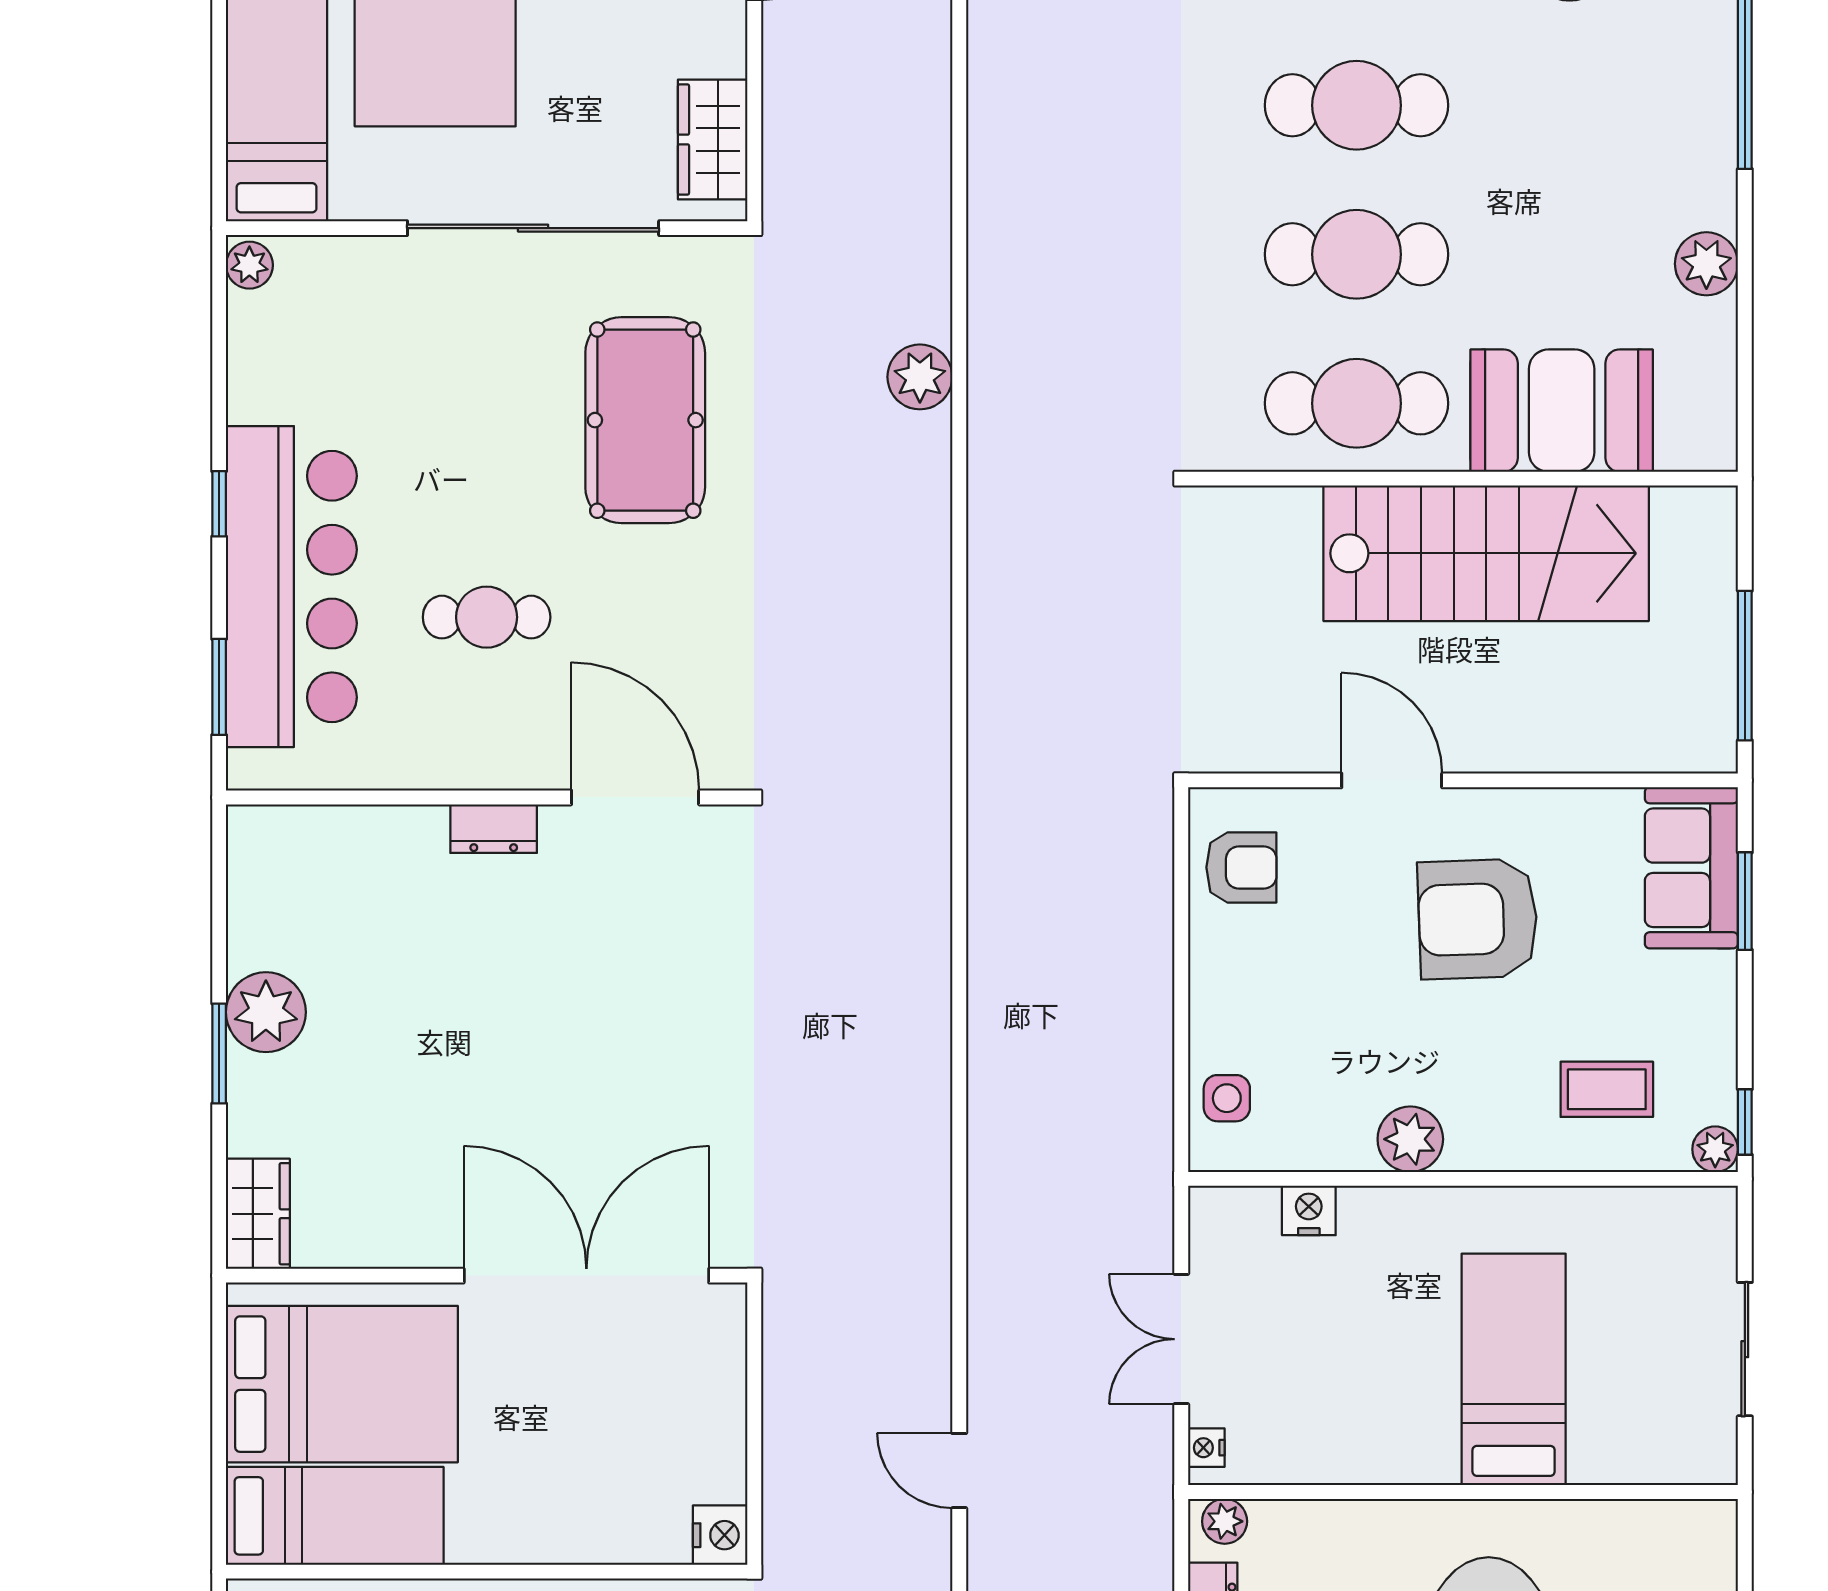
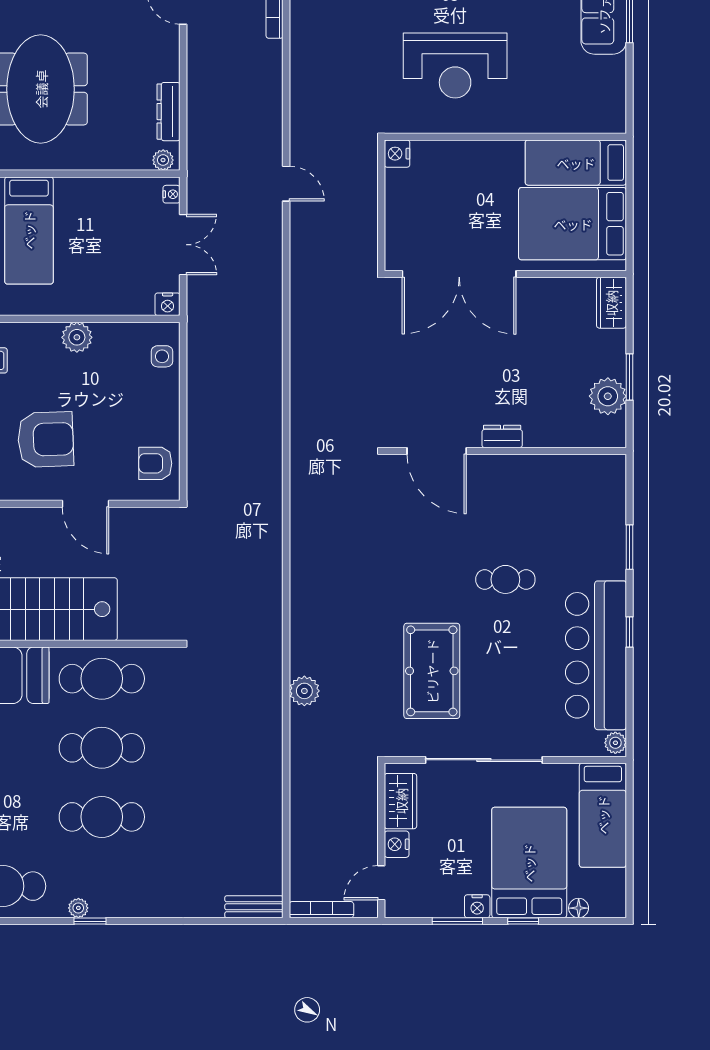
nightstand: (721, 46) -> (397, 844), added
bar counter: (291, 587) -> (596, 655), moved
wall: (487, 797) -> (505, 451), moved
door: (635, 797) -> (437, 451), moved
dresser: (494, 829) -> (502, 436), moved
nightstand: (1309, 1210) -> (168, 304), moved

